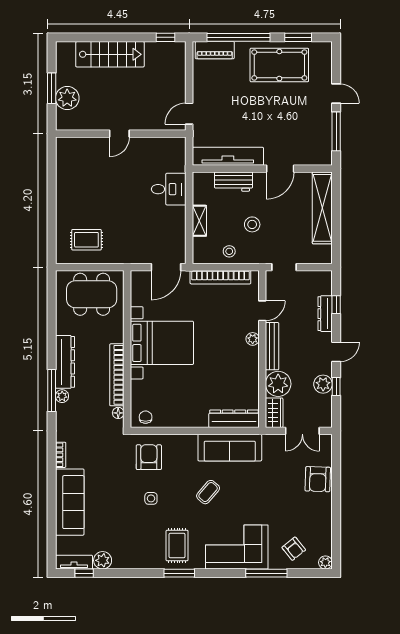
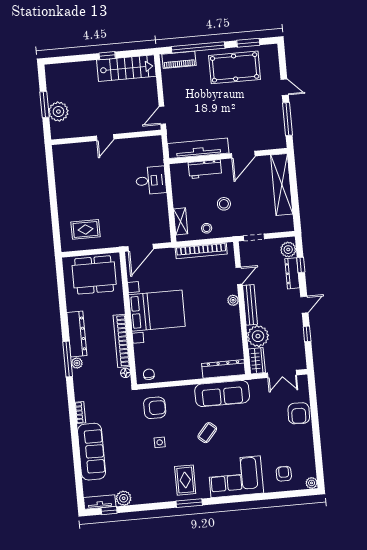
window: (165, 37) -> (107, 56), moved
stairs: (110, 54) -> (126, 68), moved
shelving: (199, 221) -> (181, 221), moved
door: (166, 267) -> (141, 248), moved
plant: (323, 384) -> (288, 250), moved
armchair: (149, 457) -> (155, 408), turned 90
armchair: (294, 549) -> (284, 474), turned -141
window: (266, 573) -> (263, 496), removed

